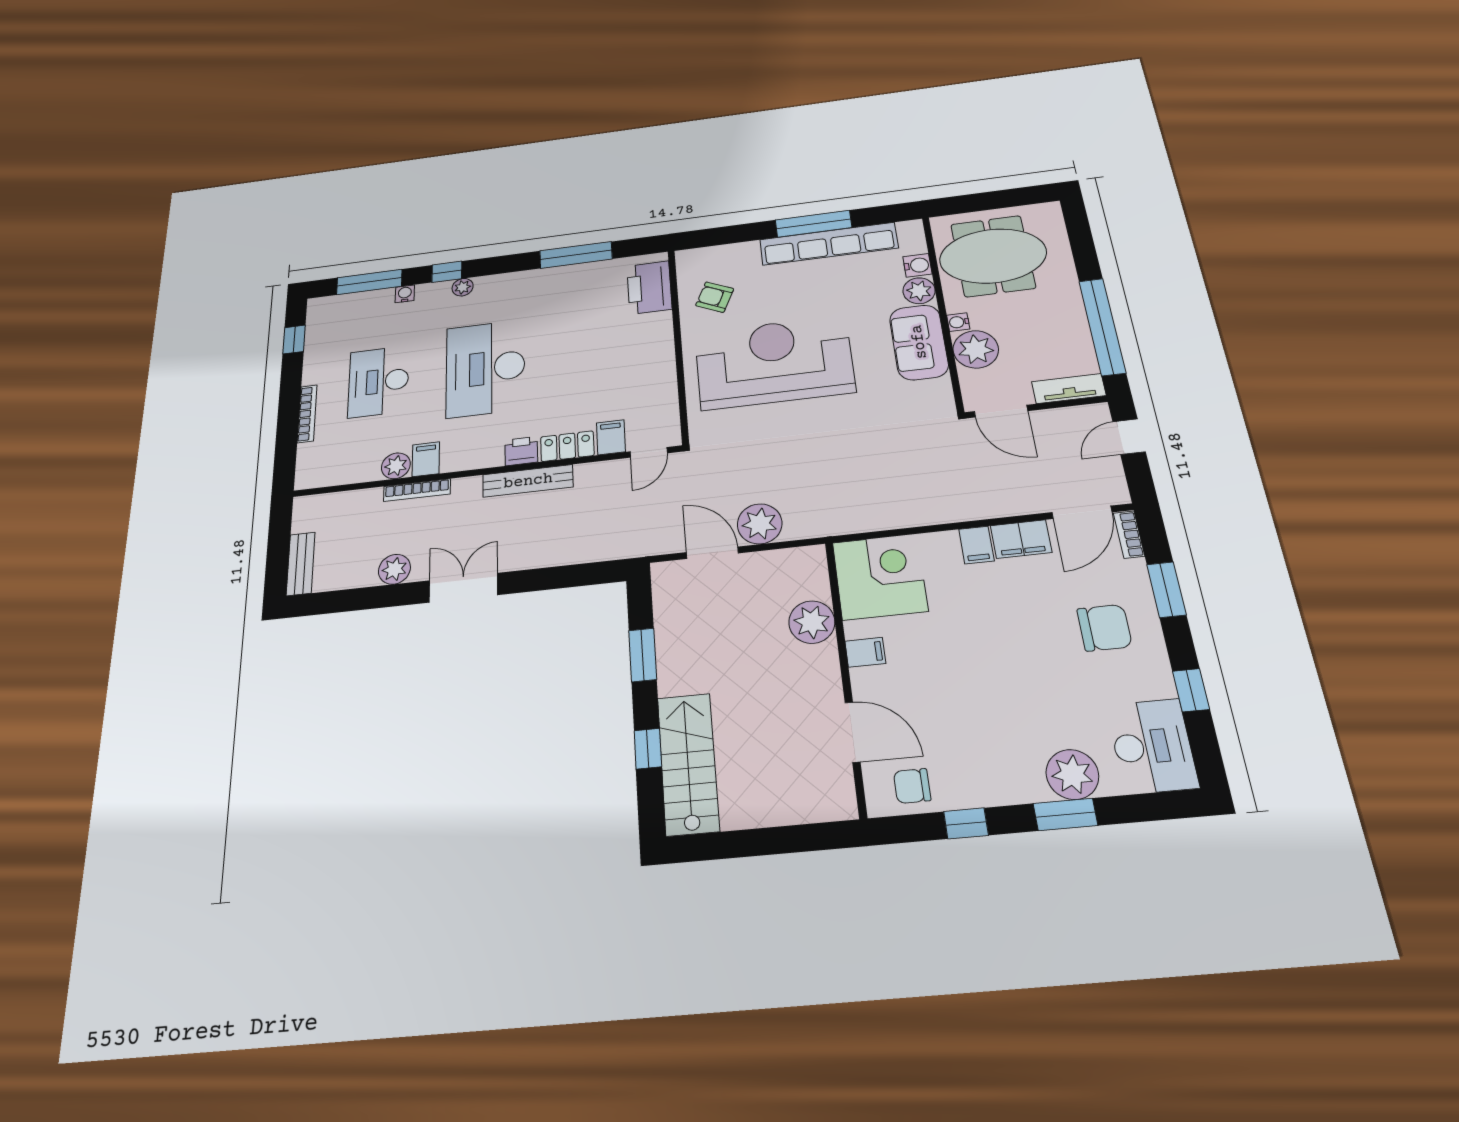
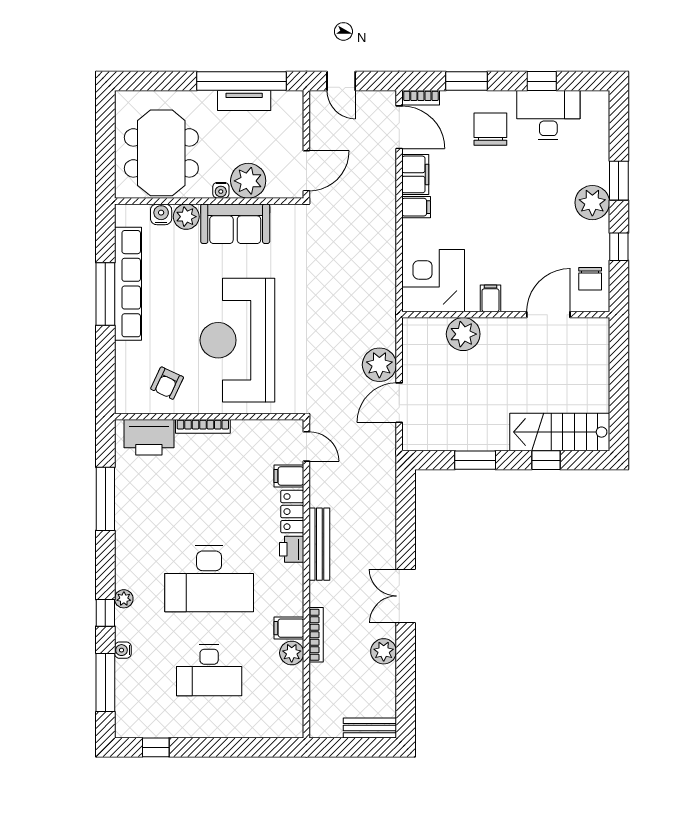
tv unit: (1069, 389) -> (244, 100), moved, turned -90
bookcase: (307, 414) -> (203, 426), moved, turned 180
desk: (1152, 746) -> (548, 115), moved
plant: (1072, 774) -> (592, 203), moved

